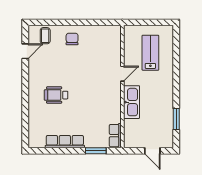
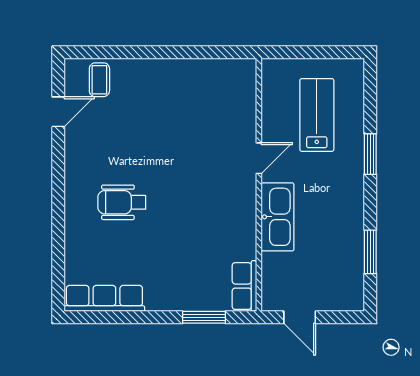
chair: (72, 39) -> (155, 87), removed
window: (176, 72) -> (370, 154), added
row of seats: (65, 142) -> (104, 298), moved
door: (152, 151) -> (300, 317), moved

